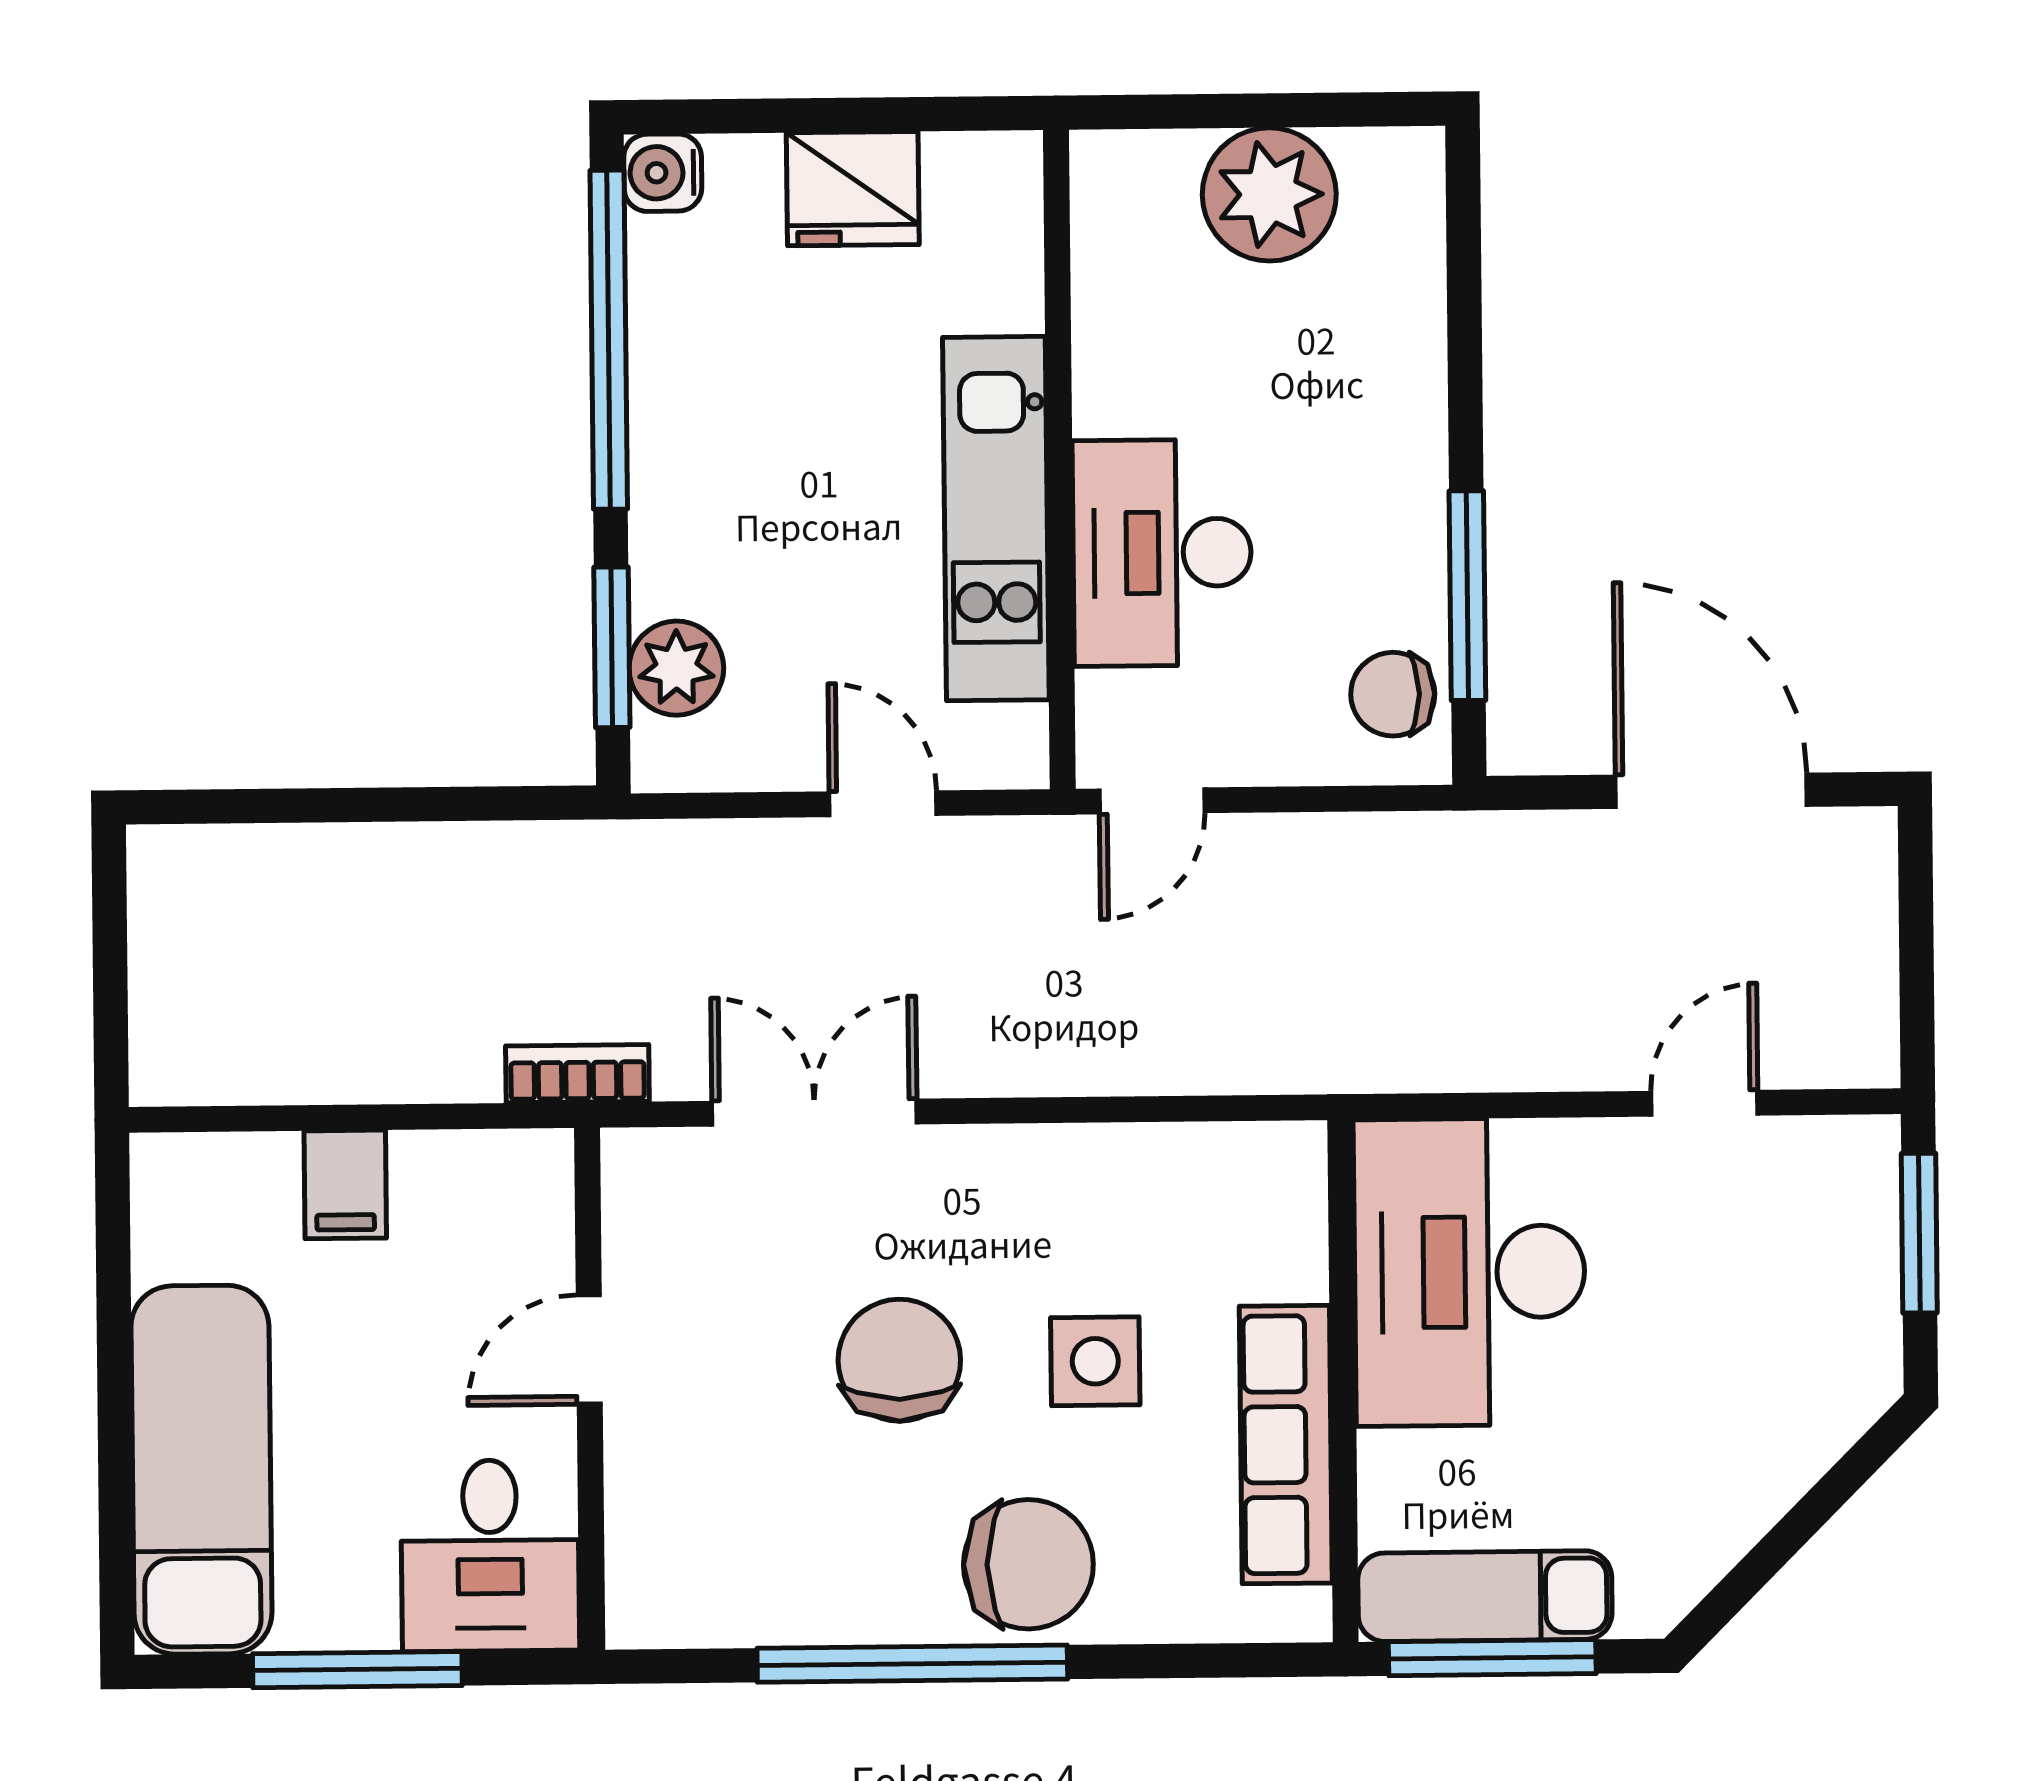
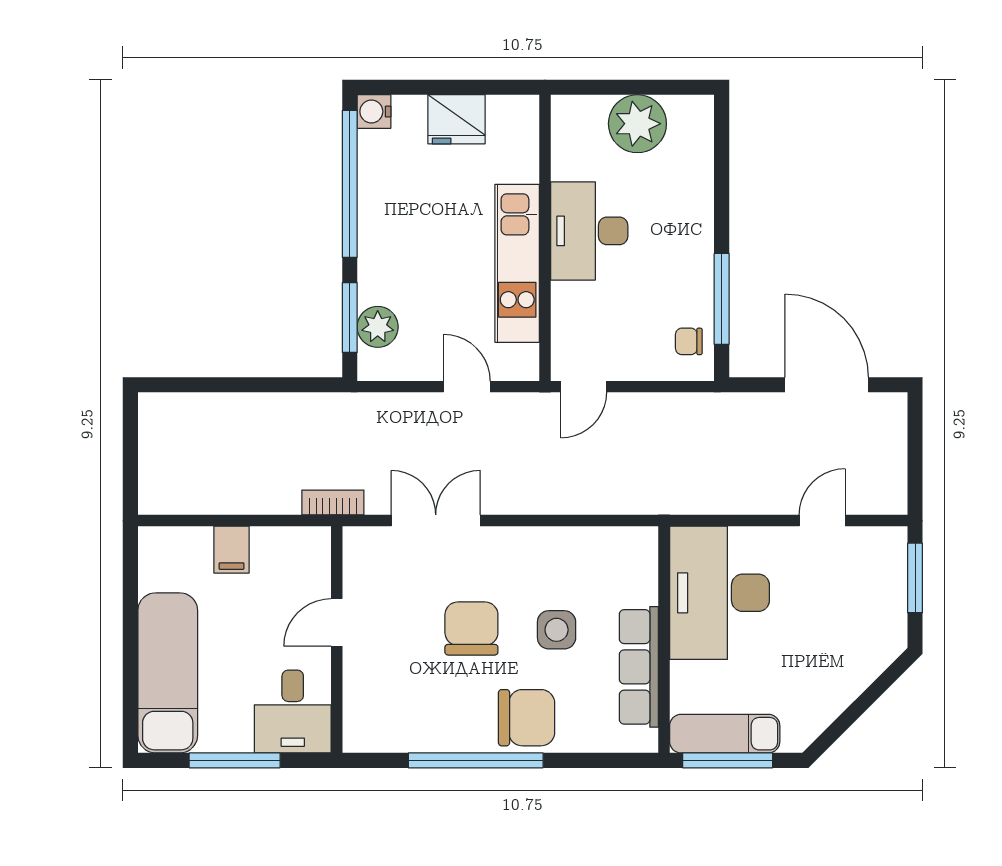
desk: (1162, 553) -> (589, 231), moved
chair: (1393, 694) -> (689, 341), width x0.73, depth x0.73

